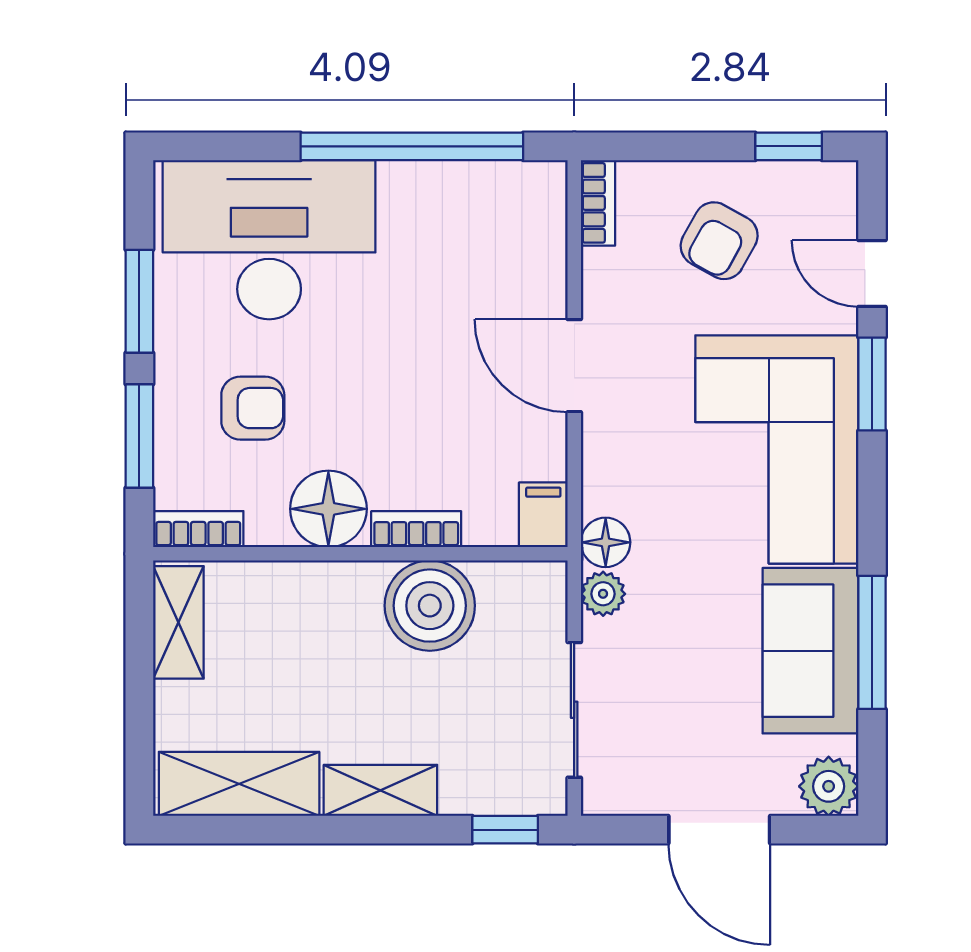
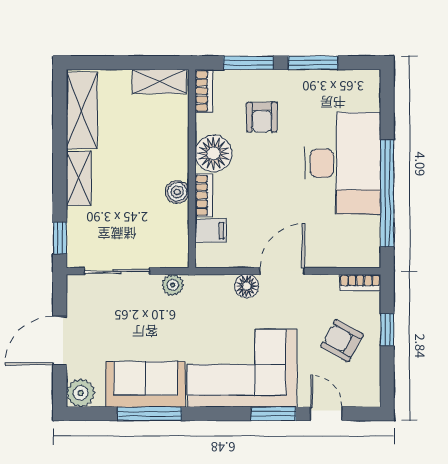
window: (789, 146) -> (387, 330), moved
desk: (269, 240) -> (342, 163), moved
door: (872, 273) -> (326, 414), hinge flipped
filing cabinet: (543, 515) -> (211, 231), moved
floor lamp: (606, 542) -> (247, 286), moved
boiler: (430, 606) -> (177, 192), width x0.54, depth x0.54

